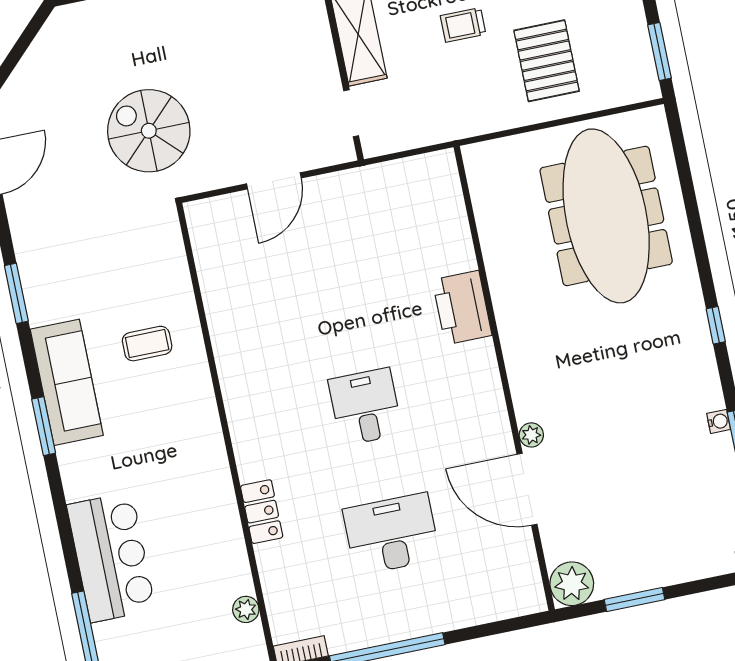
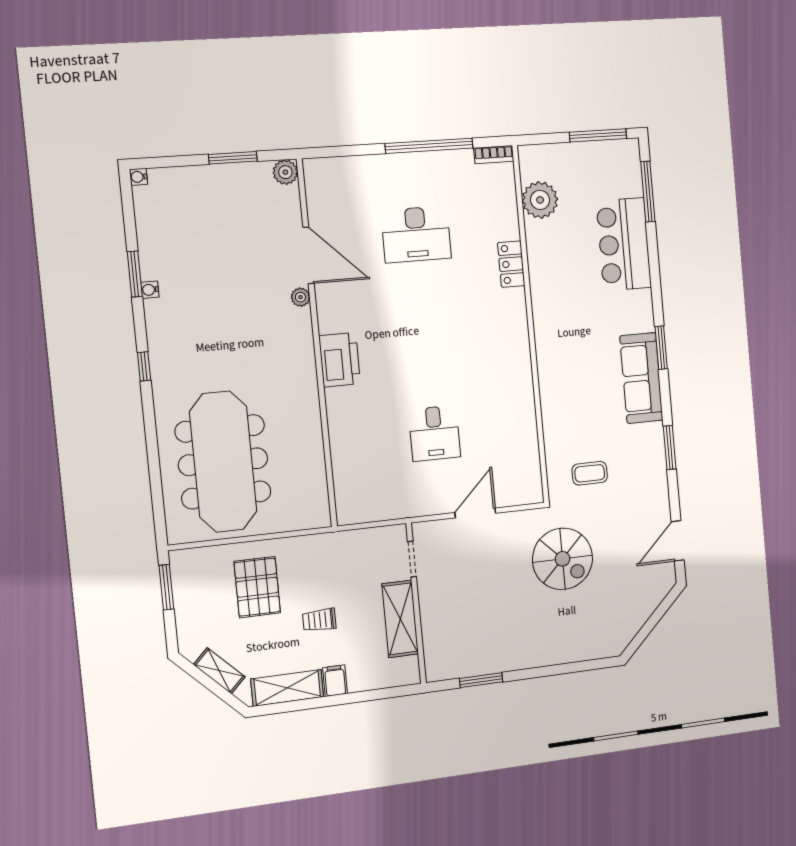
trolley: (463, 25) -> (319, 620), turned 180
printer: (462, 308) -> (340, 360), moved
coffee table: (147, 344) -> (590, 473), moved
desk: (365, 407) -> (435, 433), moved
plant: (572, 584) -> (285, 172), width x0.73, depth x0.73
plant: (246, 609) -> (540, 200), width x1.88, depth x1.88

